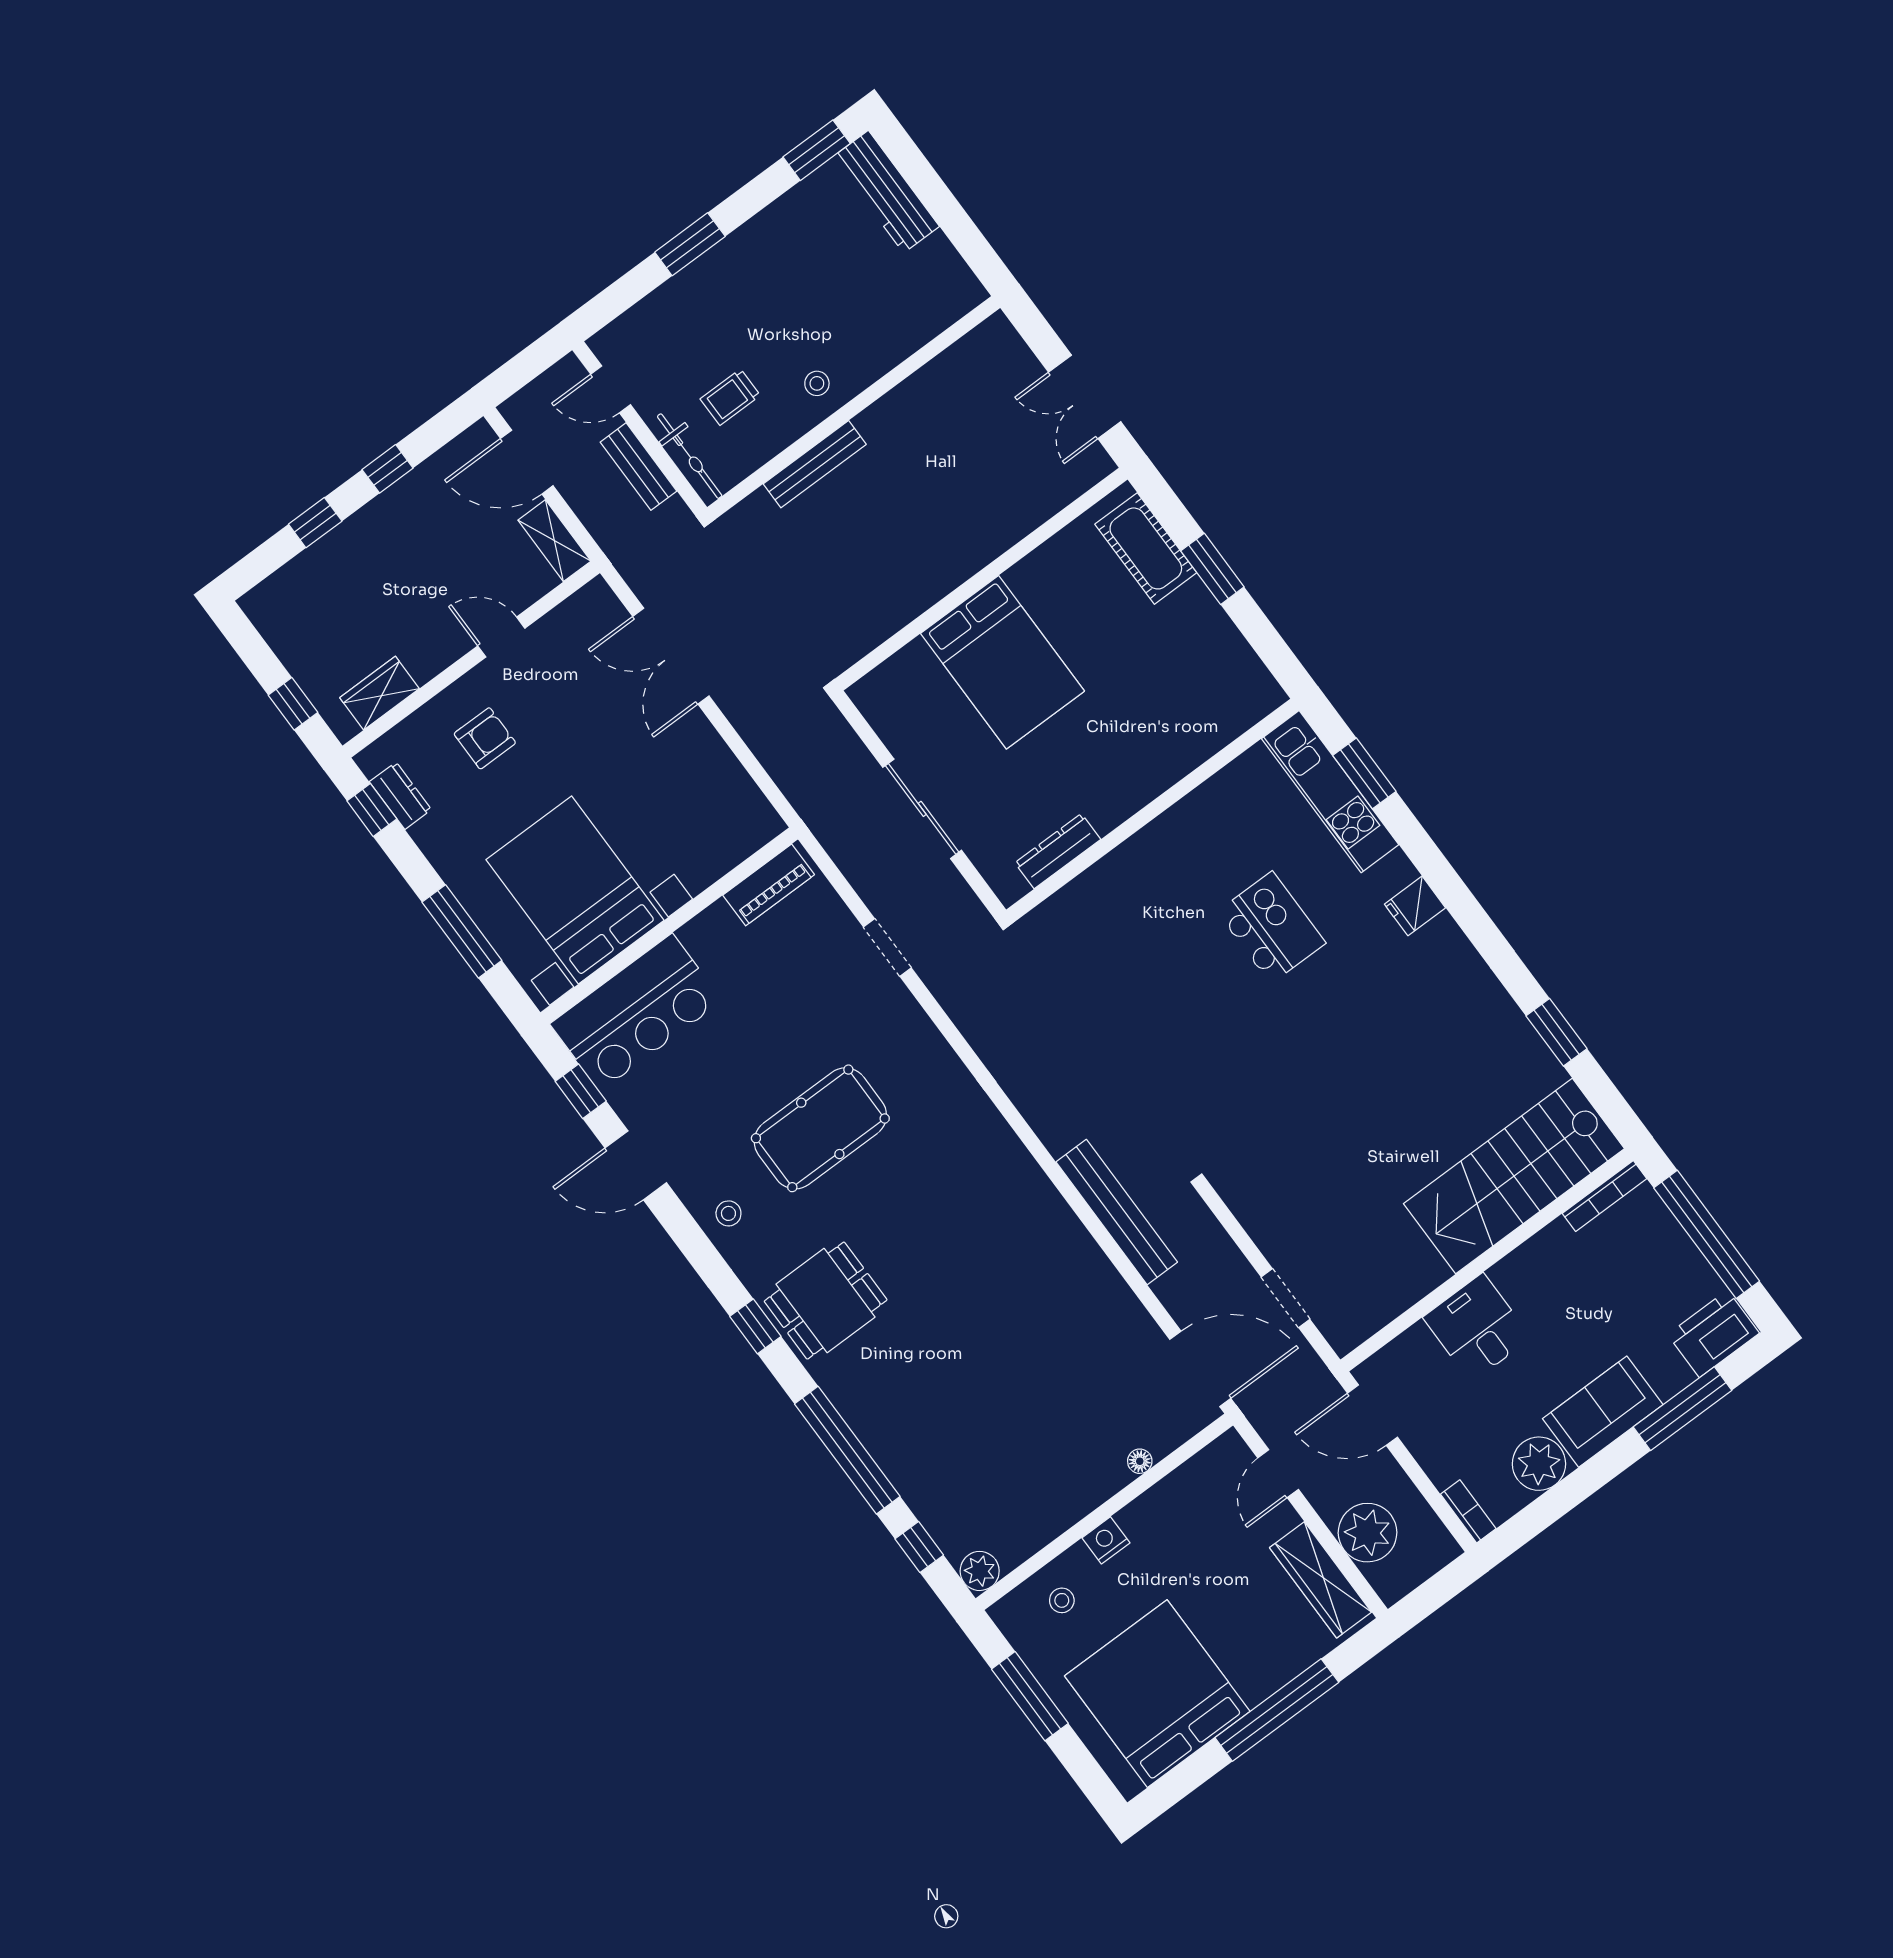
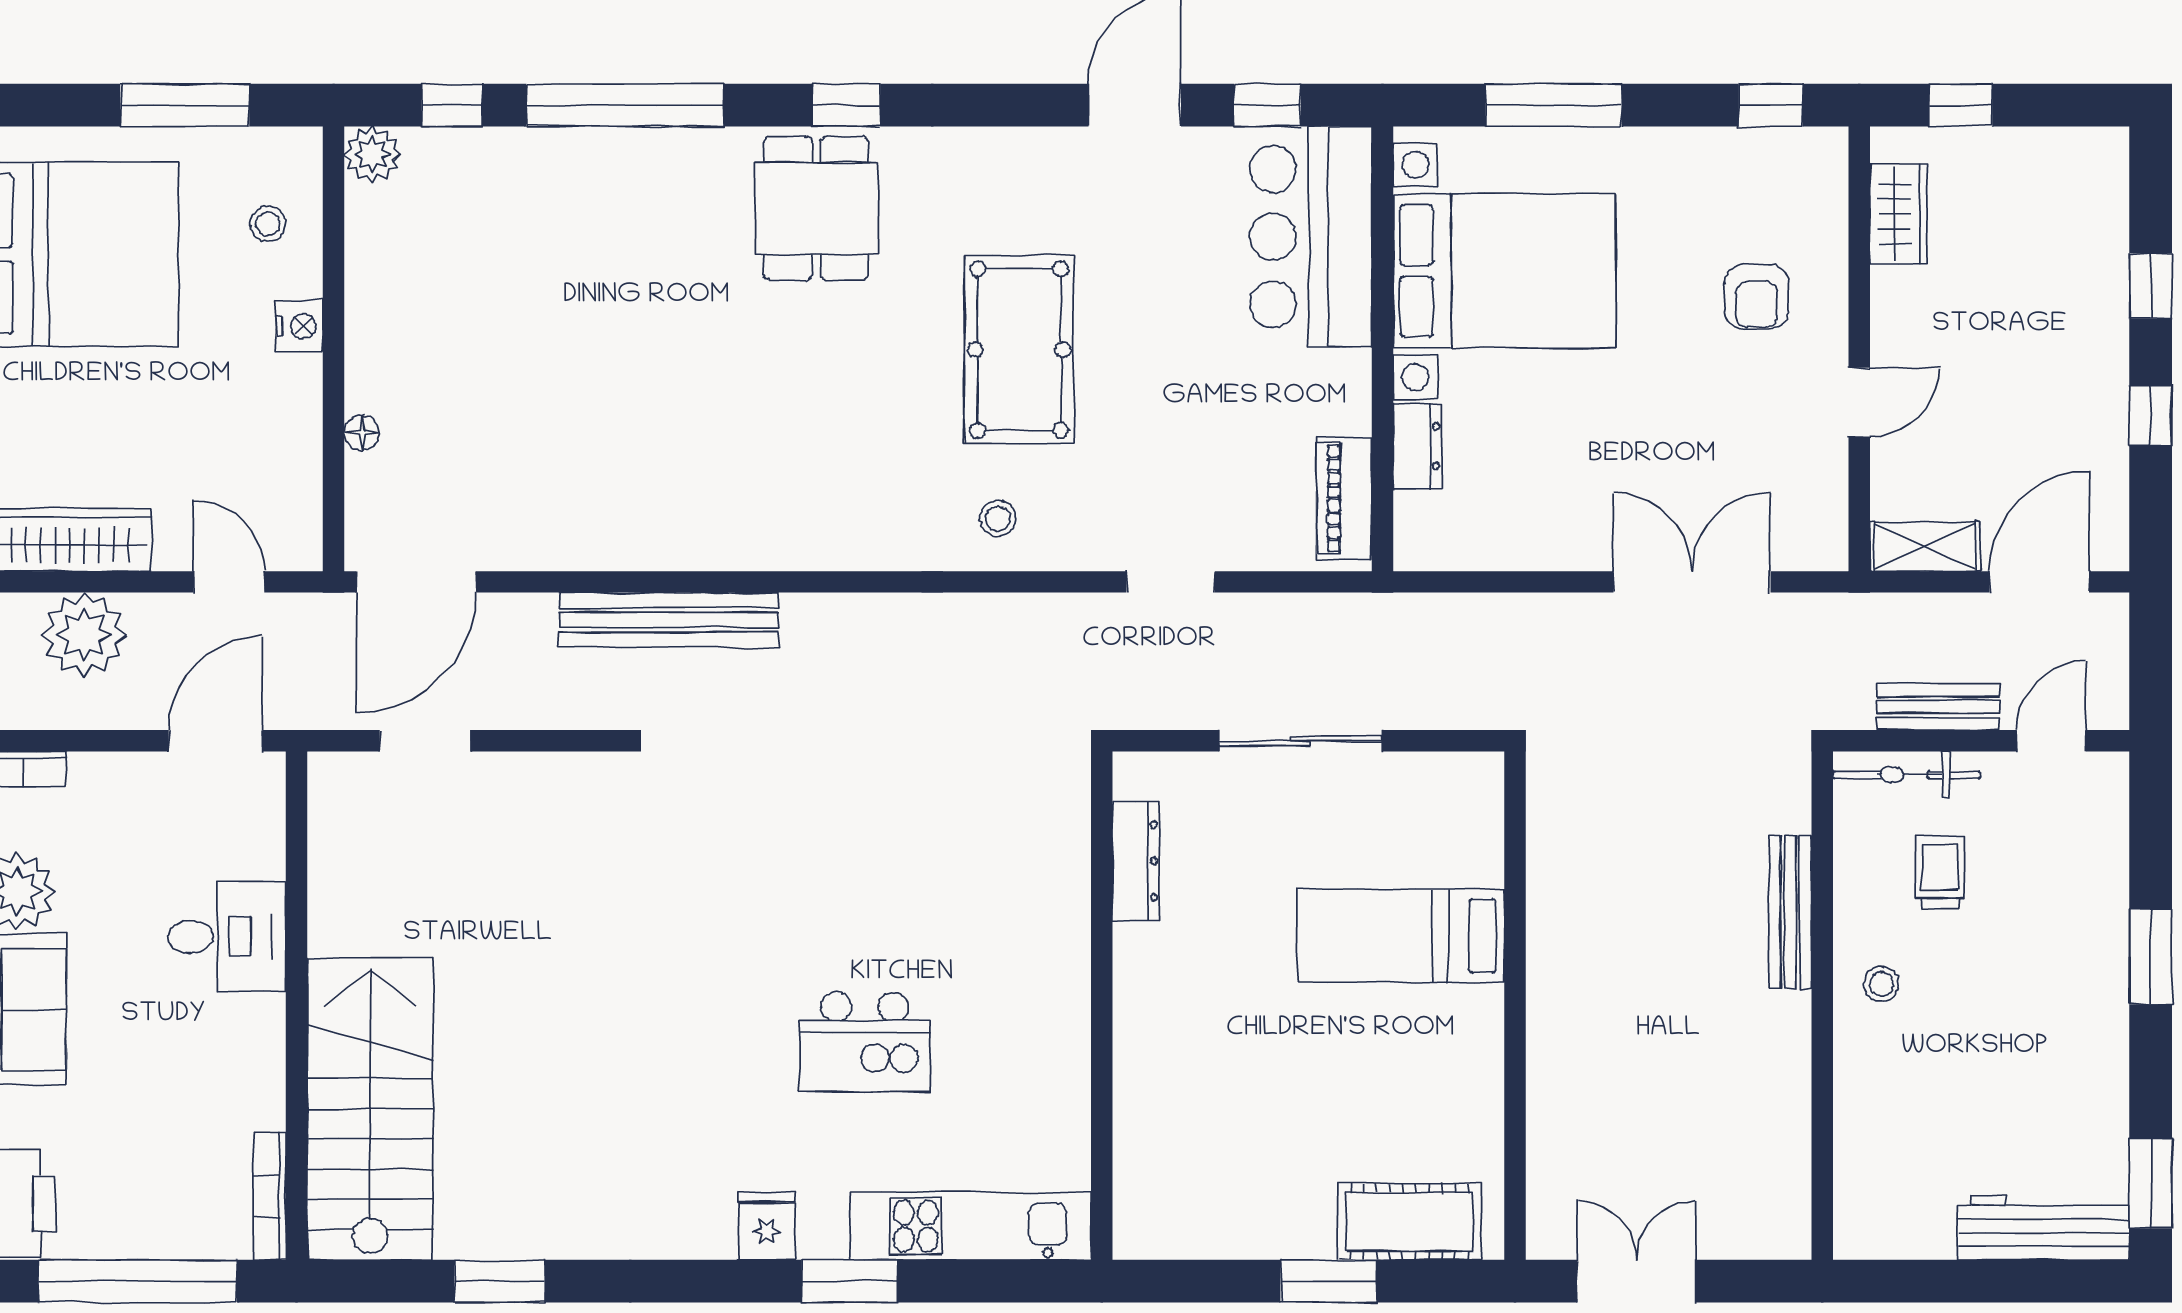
bed: (1003, 662) -> (1401, 936), width x0.67
window: (1364, 773) -> (850, 1281), moved
dresser: (400, 796) -> (1417, 446), moved, turned -90
stool: (728, 1213) -> (998, 519), moved

